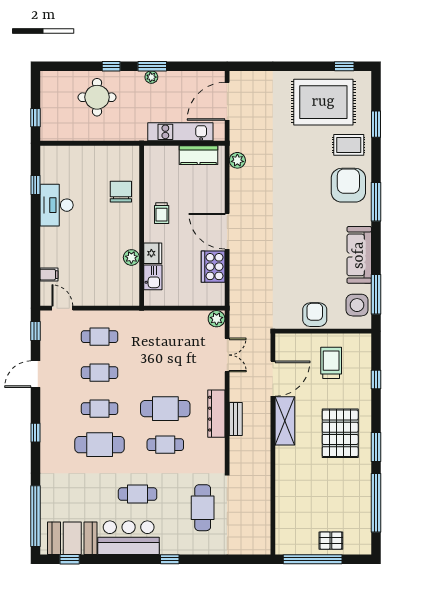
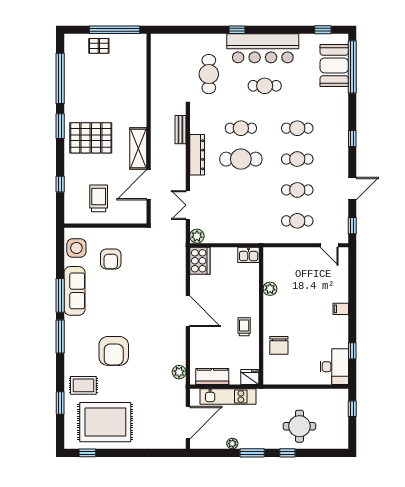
plant: (151, 77) -> (232, 443), moved
armchair: (348, 185) -> (114, 351), moved
desk: (57, 205) -> (334, 367), moved
fridge: (153, 253) -> (250, 377), moved, turned 90
cooker: (213, 267) -> (200, 261), moved
filing cabinet: (49, 275) -> (341, 309), moved
kitchen sink: (153, 277) -> (249, 255), moved, turned -90
window: (376, 294) -> (60, 295), moved
armchair: (315, 315) -> (111, 259), moved
trolley: (331, 363) -> (99, 198), turned 180
bench: (236, 419) -> (180, 130), moved
pallet: (340, 433) -> (91, 138), turned 90
cafe table: (100, 445) -> (297, 128), width x0.73, depth x0.74
booth: (72, 538) -> (334, 65), moved, turned 90
bar counter: (129, 538) -> (263, 48), width x1.36

